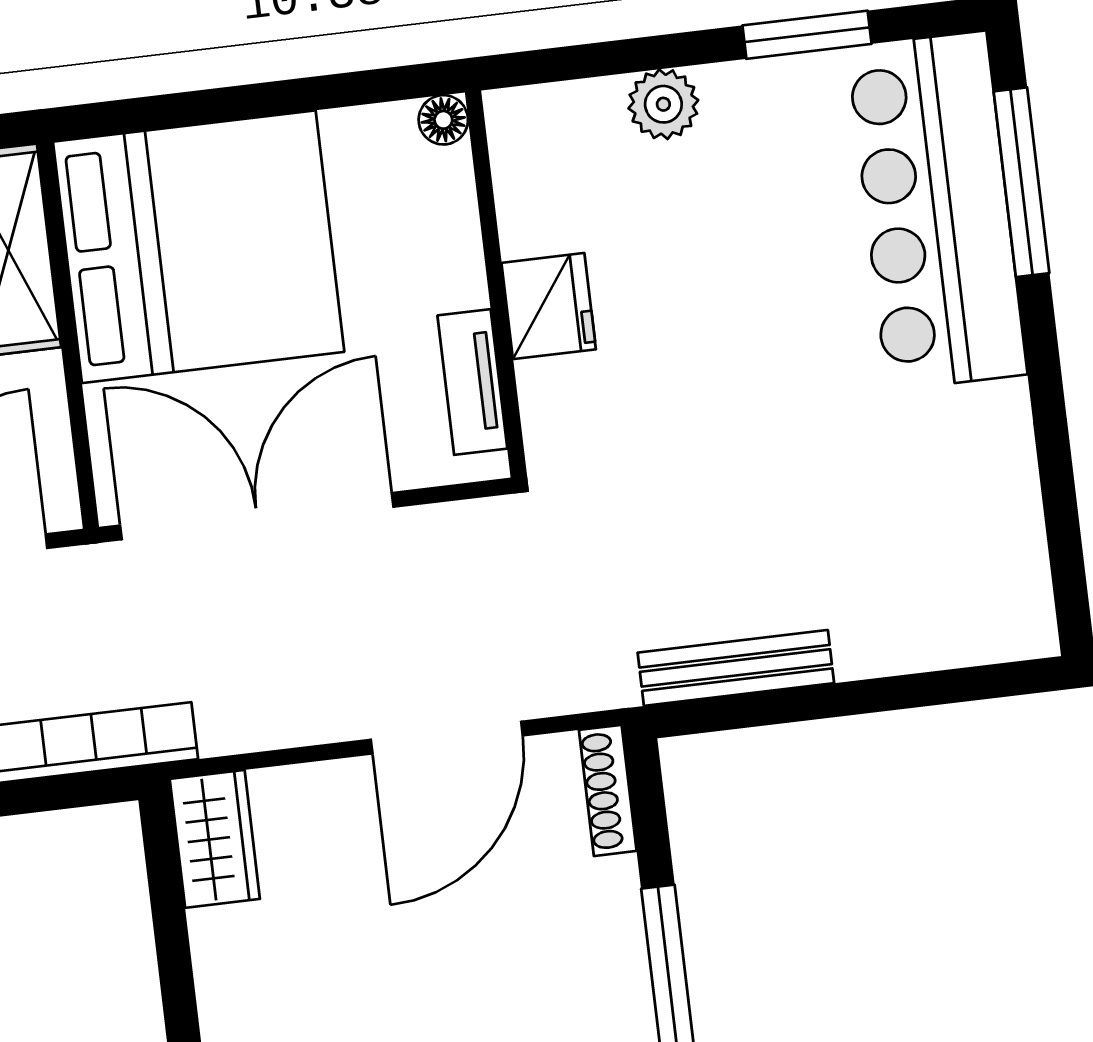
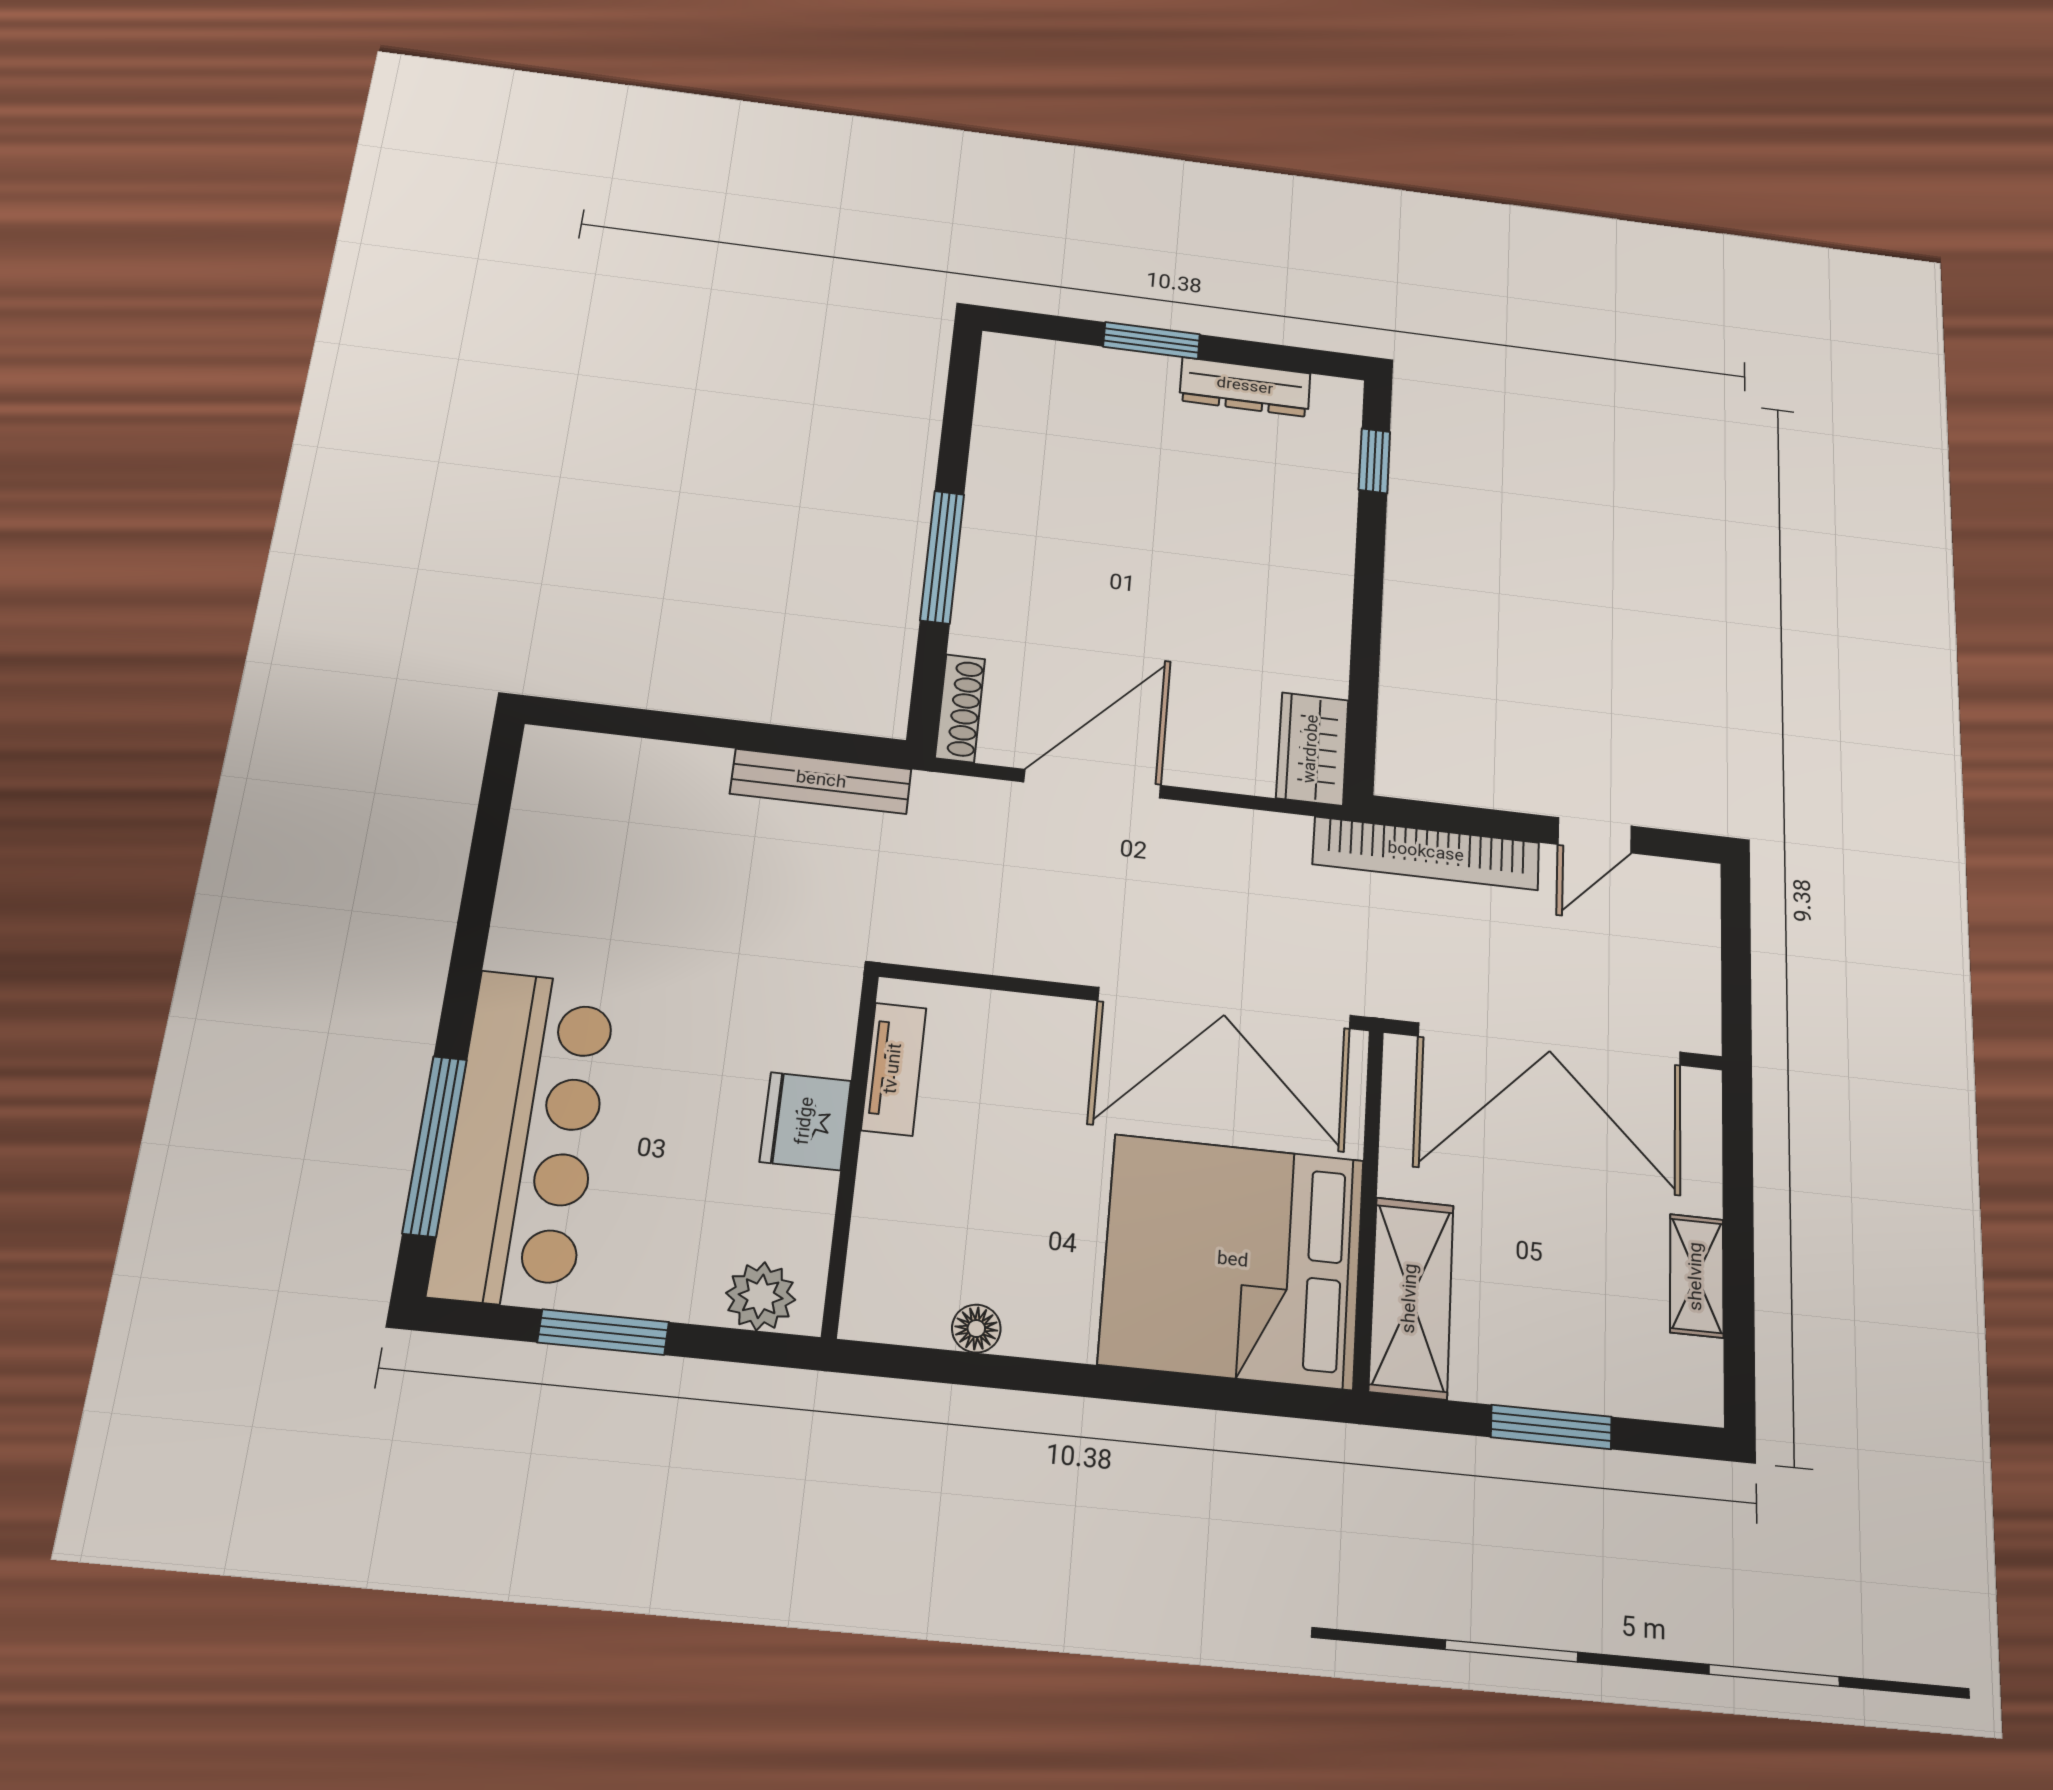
wall: (496, 284) -> (850, 1152), moved
fridge: (549, 306) -> (806, 1121), moved
tv unit: (472, 382) -> (894, 1069), moved

